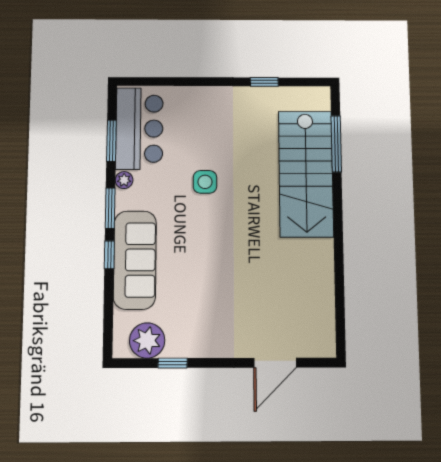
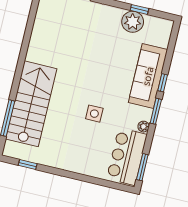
window: (264, 82) -> (28, 164), moved
window: (111, 141) -> (142, 167), moved
plant: (147, 340) -> (133, 22), moved

